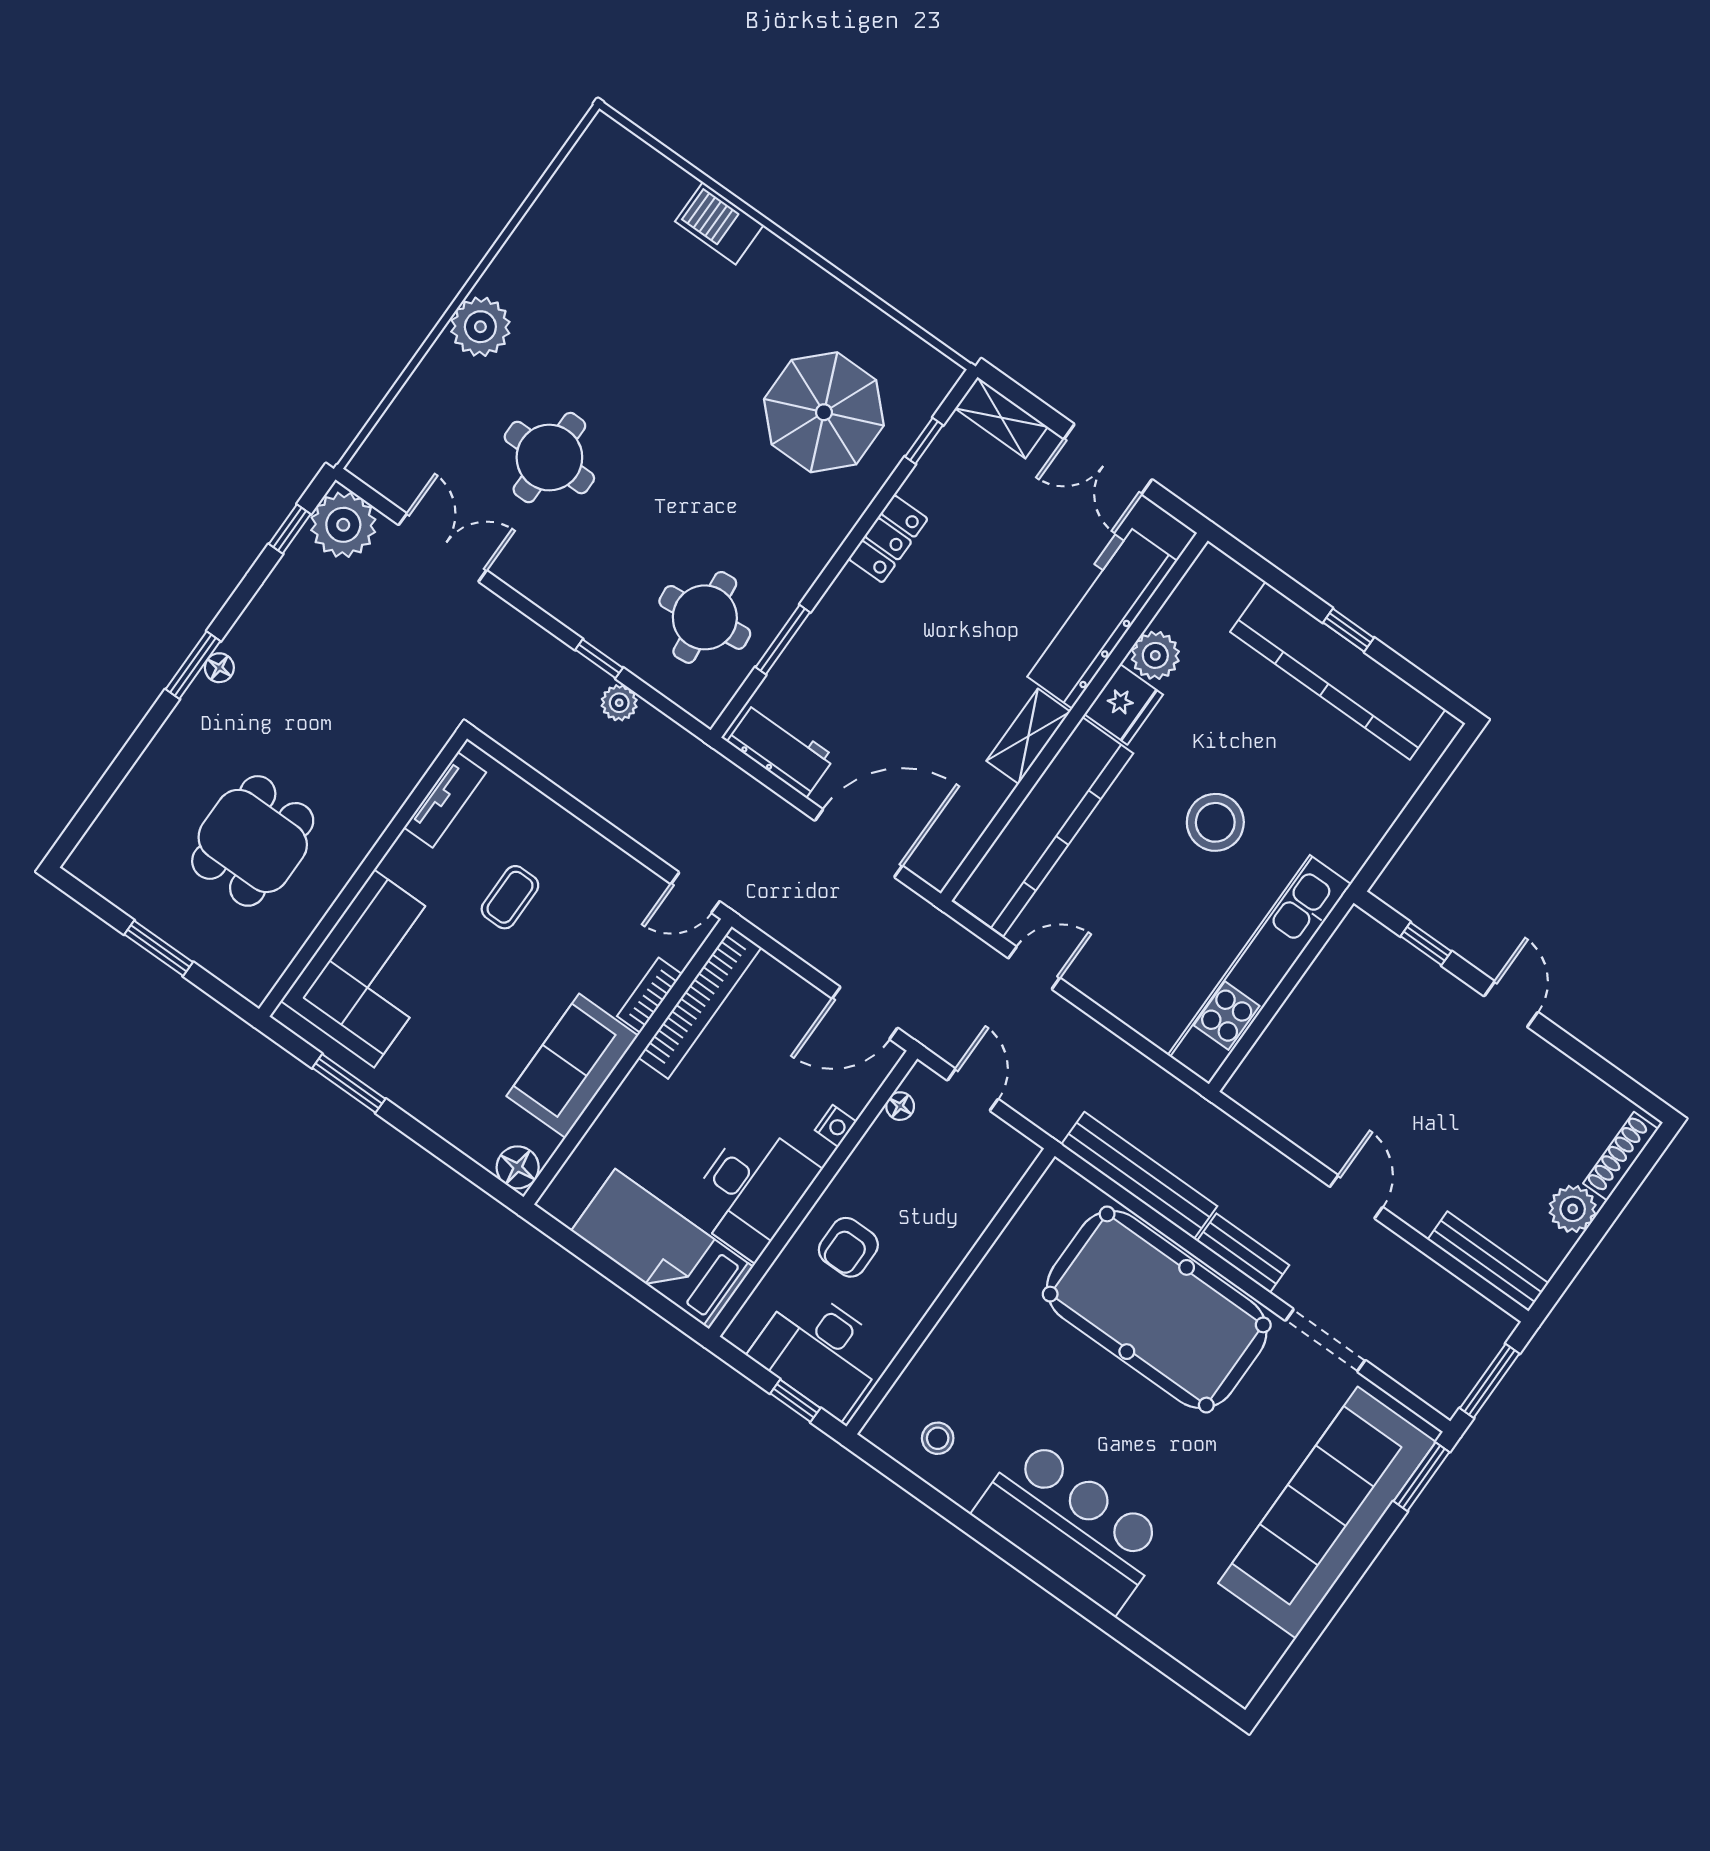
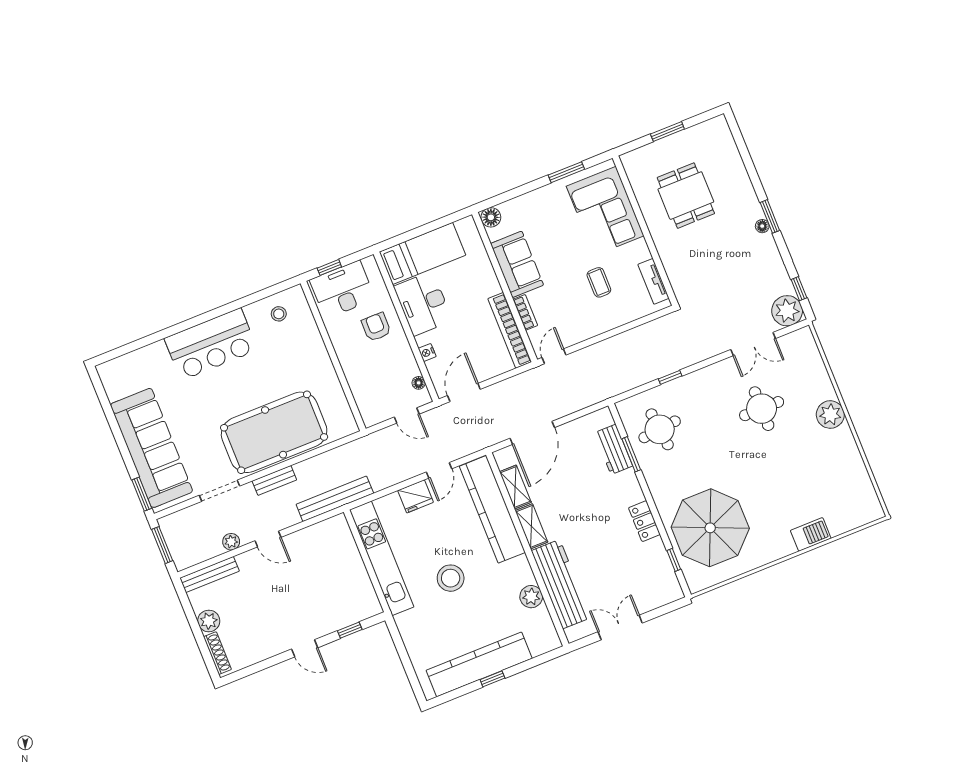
parasol: (824, 412) -> (710, 528), width x1.36, depth x1.36
shelving: (1001, 418) -> (515, 487), moved, turned 90
plant: (619, 703) -> (231, 542), moved
fridge: (1124, 704) -> (415, 496), moved, turned -90
workbench: (781, 749) -> (613, 449), moved, turned 90
bench: (1139, 1175) -> (335, 499), moved

